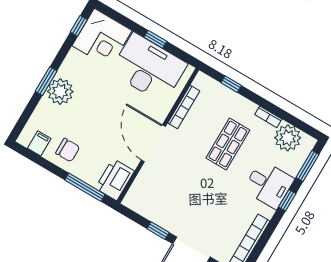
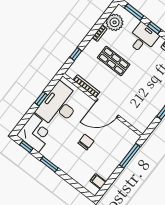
window: (46, 81) -> (49, 164), moved
plant: (60, 91) -> (67, 164), removed
chair: (68, 150) -> (86, 142), moved
printer: (115, 180) -> (127, 136), removed

